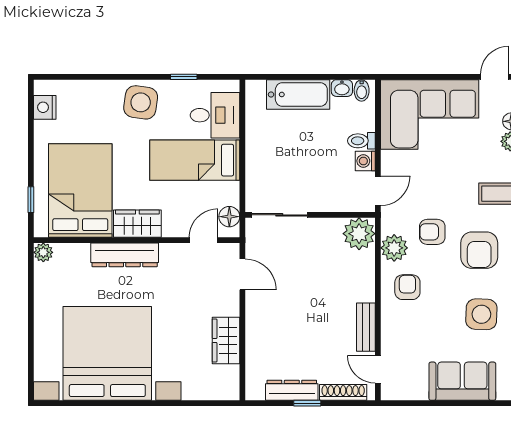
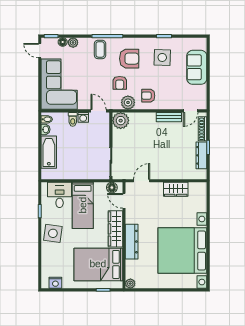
wardrobe: (137, 224) -> (115, 229), width x1.50

